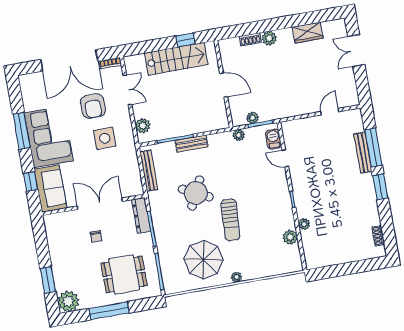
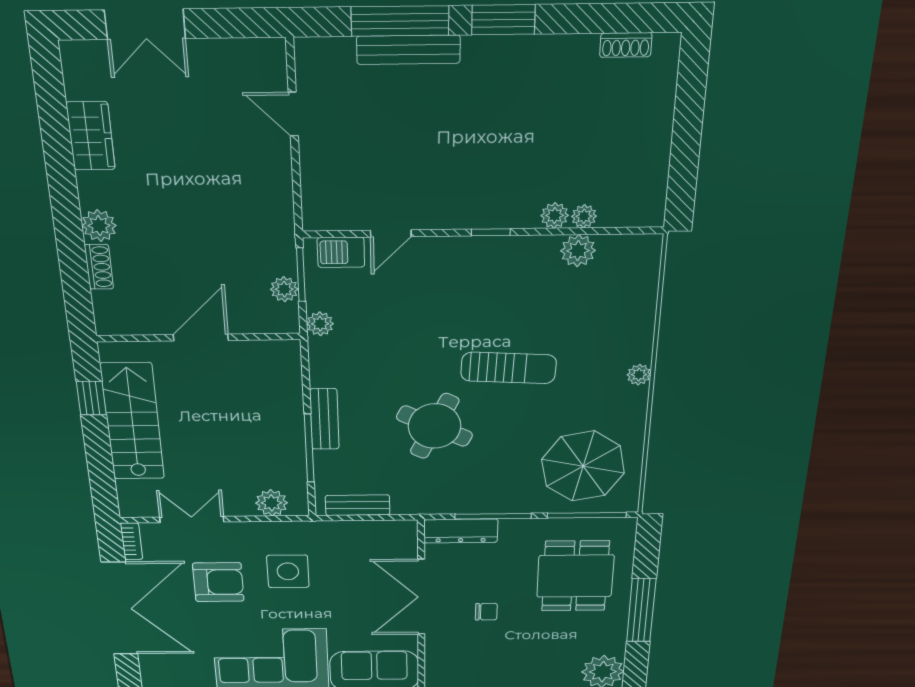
bench: (149, 171) -> (358, 505), width x0.73
plant: (306, 236) -> (584, 216), added
parasol: (204, 260) -> (583, 466), moved

